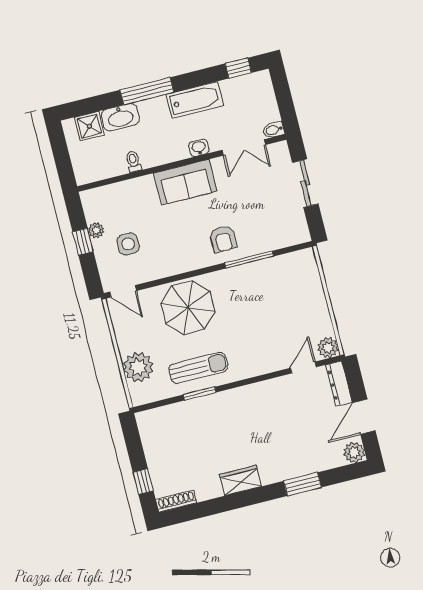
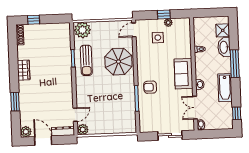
plant: (138, 367) -> (83, 30), moved
door: (303, 367) -> (75, 115), hinge flipped

